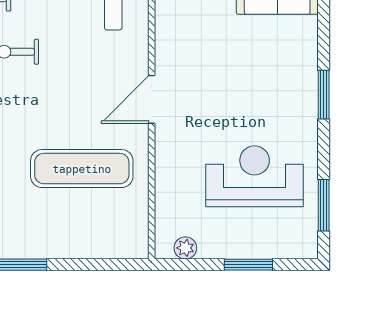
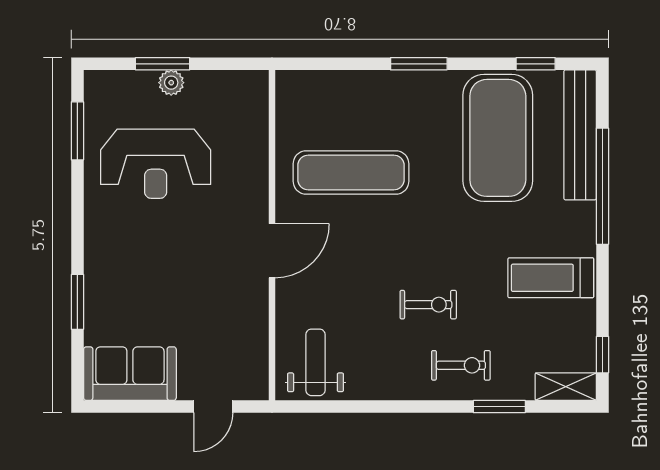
window: (324, 95) -> (77, 302), moved
plant: (185, 248) -> (171, 83), moved

